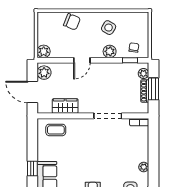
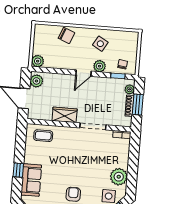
door: (82, 60) -> (84, 73), moved
wardrobe: (65, 106) -> (65, 115), moved
plant: (144, 167) -> (119, 177), width x1.87, depth x1.87

